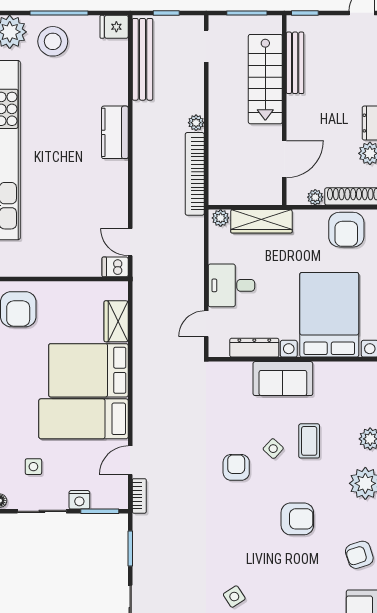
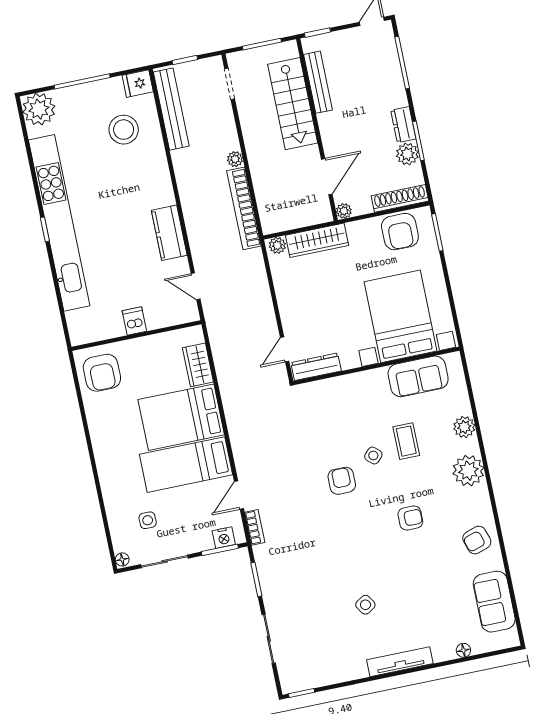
stool: (53, 41) -> (124, 130), moved
kitchen counter: (115, 132) -> (169, 233), moved
plant: (315, 197) -> (344, 211), moved
dishwasher: (115, 267) -> (134, 321), moved, turned 90
desk: (231, 285) -> (301, 308), removed
dresser: (254, 348) -> (316, 367), moved
sofa: (283, 379) -> (418, 376), moved
nightstand: (79, 500) -> (224, 538), moved
armchair: (297, 519) -> (410, 518), width x0.72, depth x0.72

